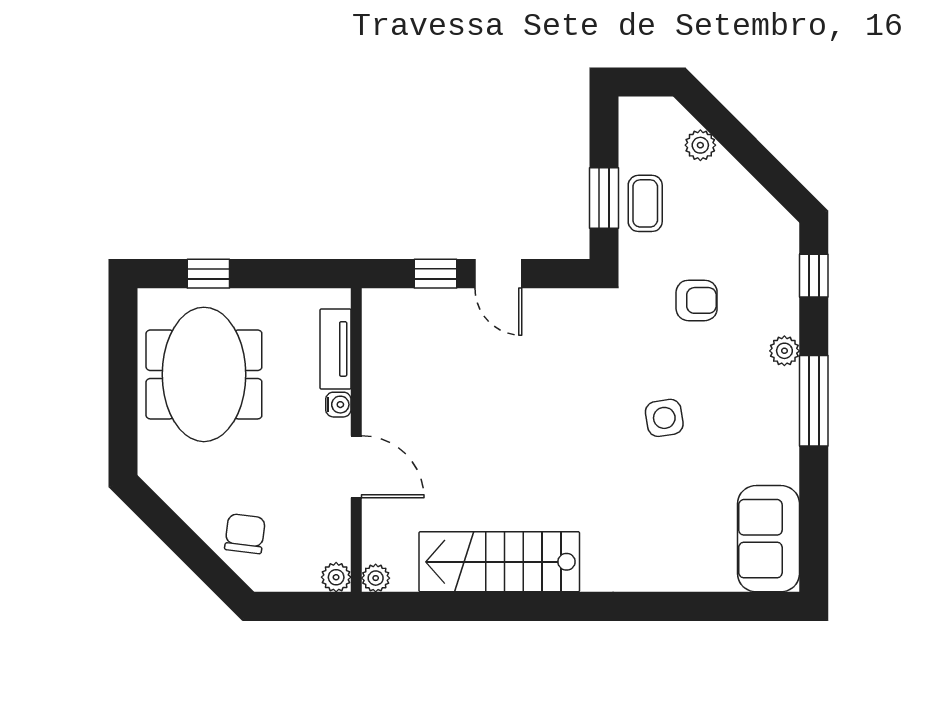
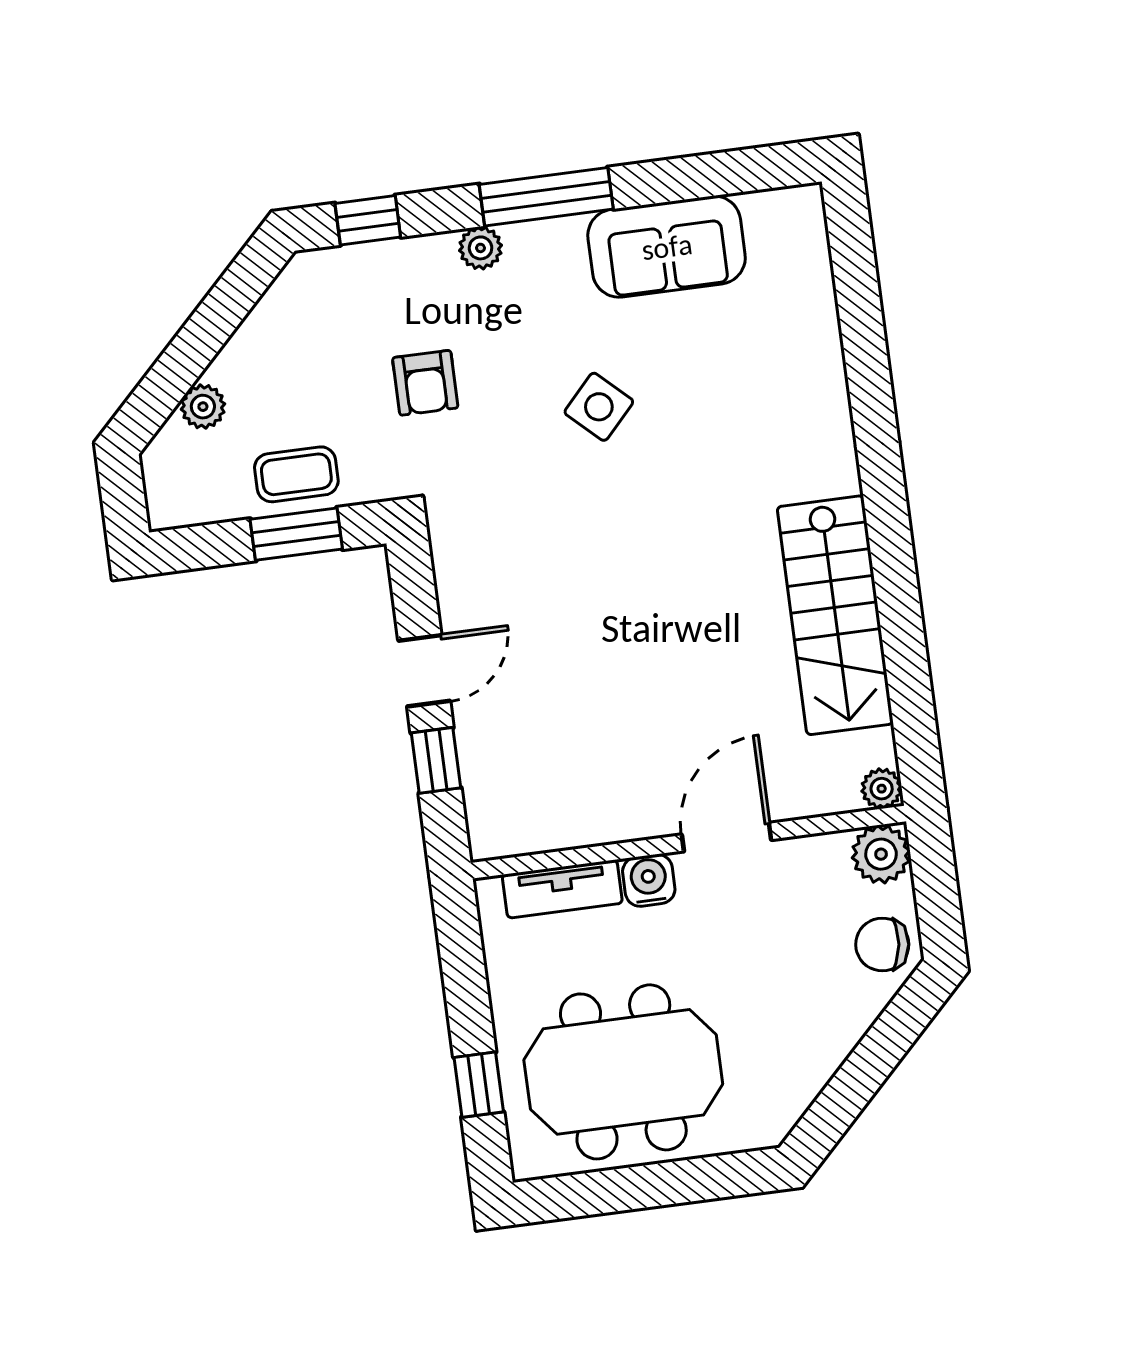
armchair: (697, 300) -> (425, 383), turned 180
water cooler: (338, 405) -> (649, 880), width x1.38, depth x1.38
side table: (664, 418) -> (599, 407), turned -38
chair: (245, 534) -> (882, 944), moved
sofa: (768, 539) -> (667, 247), moved
plant: (336, 577) -> (881, 854), width x1.38, depth x1.38

